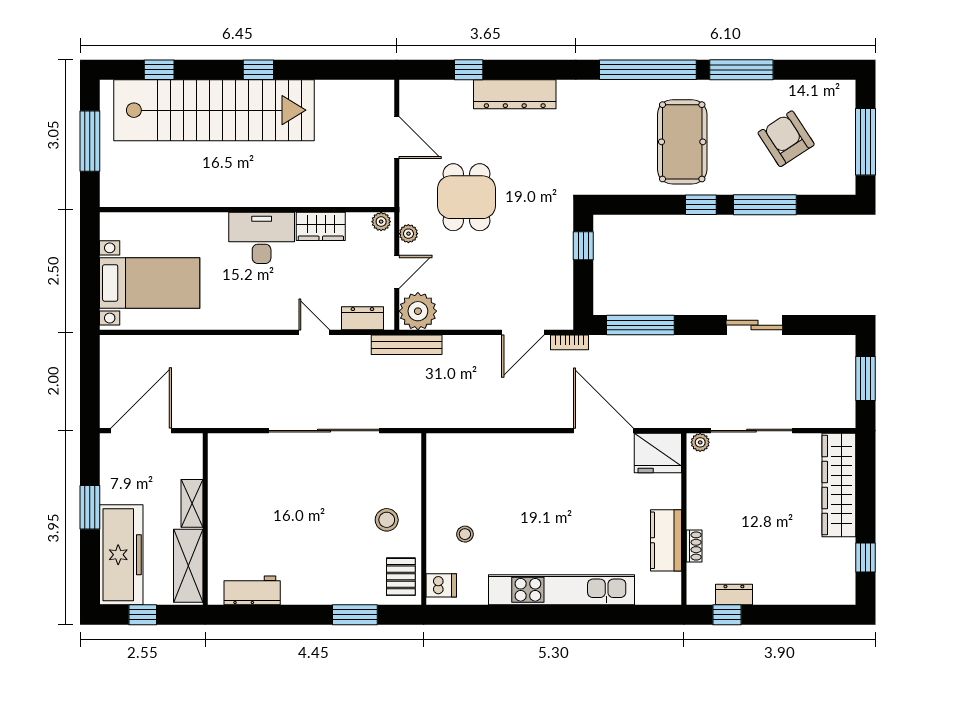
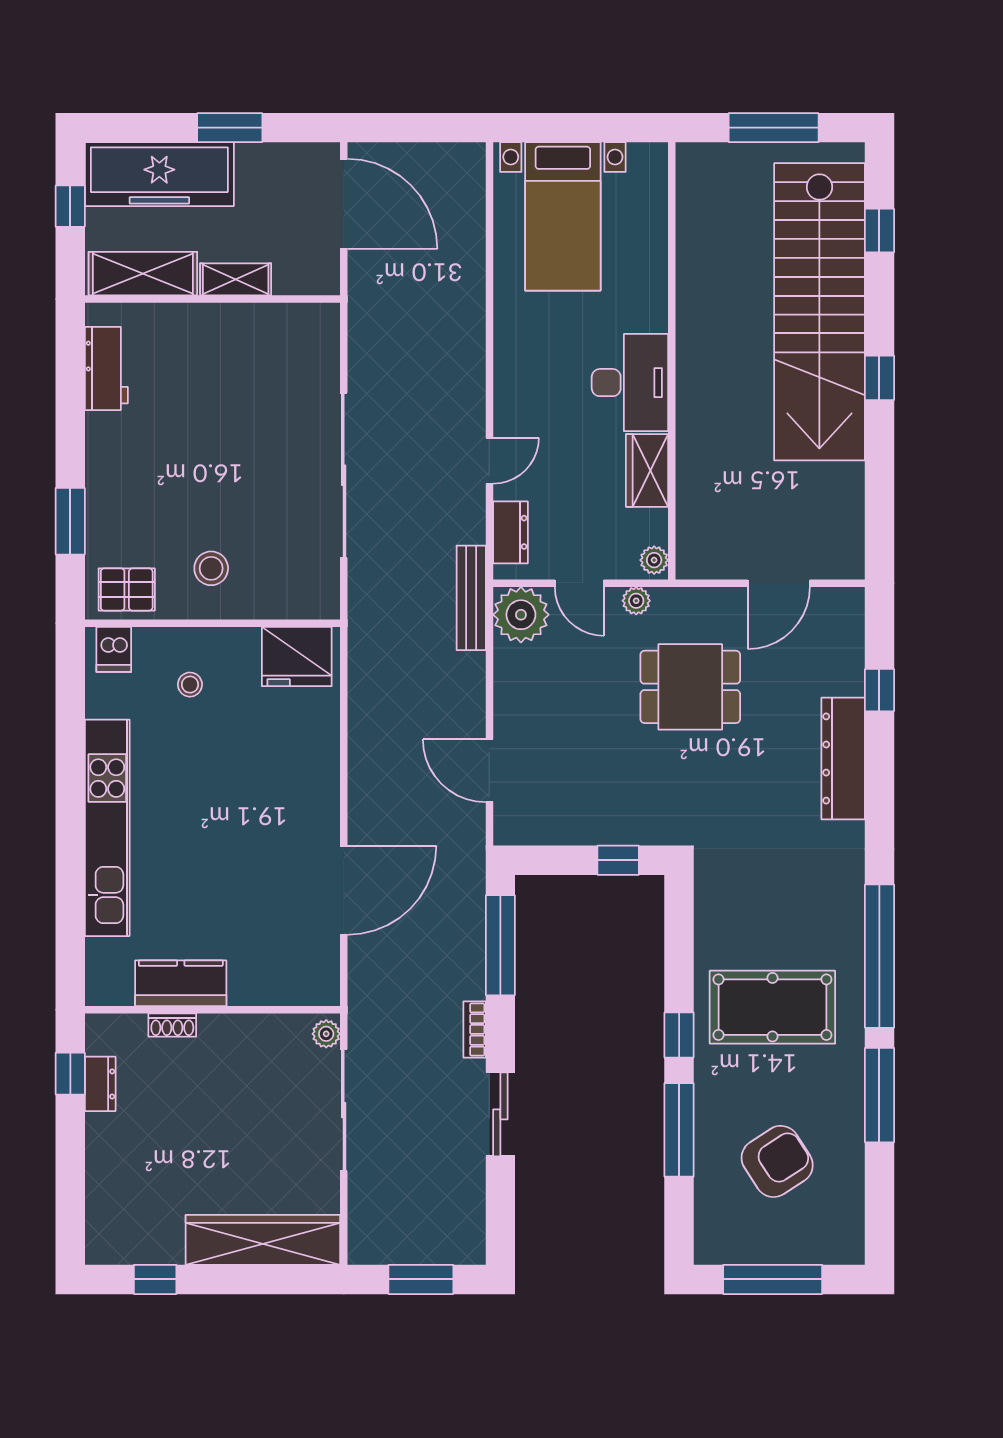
bookcase: (570, 342) -> (475, 1029), moved
fridge: (658, 453) -> (297, 657), moved, turned -90

